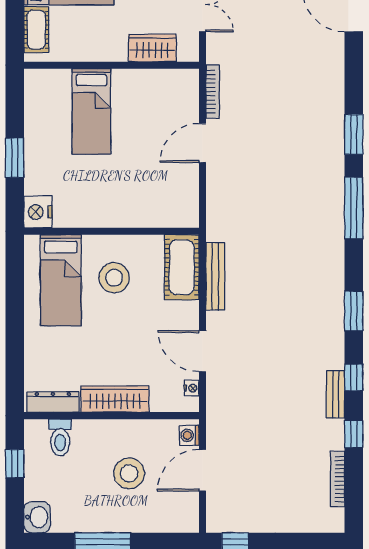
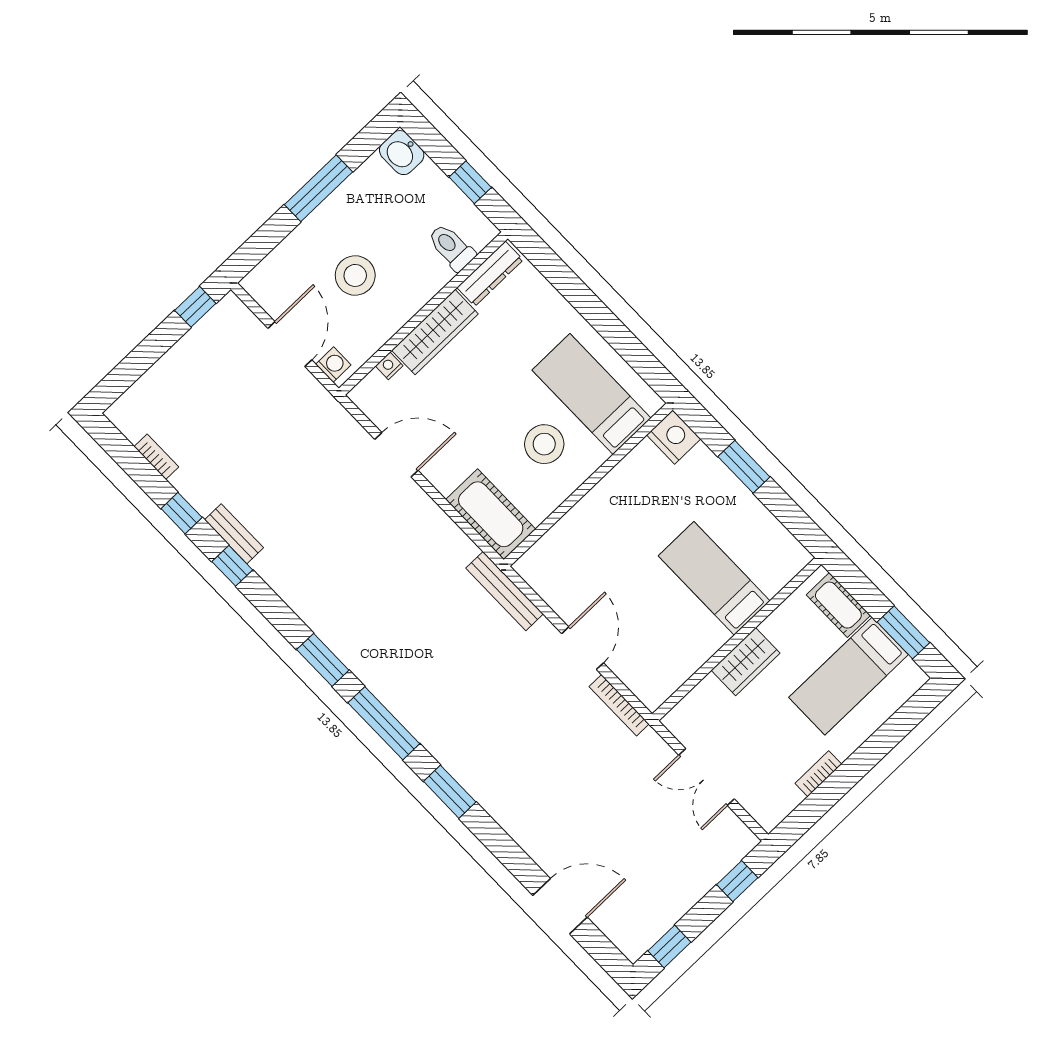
wardrobe: (152, 48) -> (746, 662), moved
bench: (215, 276) -> (505, 591), moved
window: (354, 311) -> (323, 660), moved
nightstand: (192, 388) -> (389, 366), moved, turned 90
bookcase: (338, 479) -> (156, 457), width x0.64

